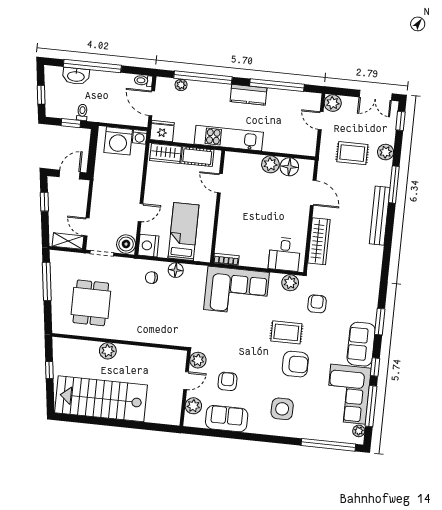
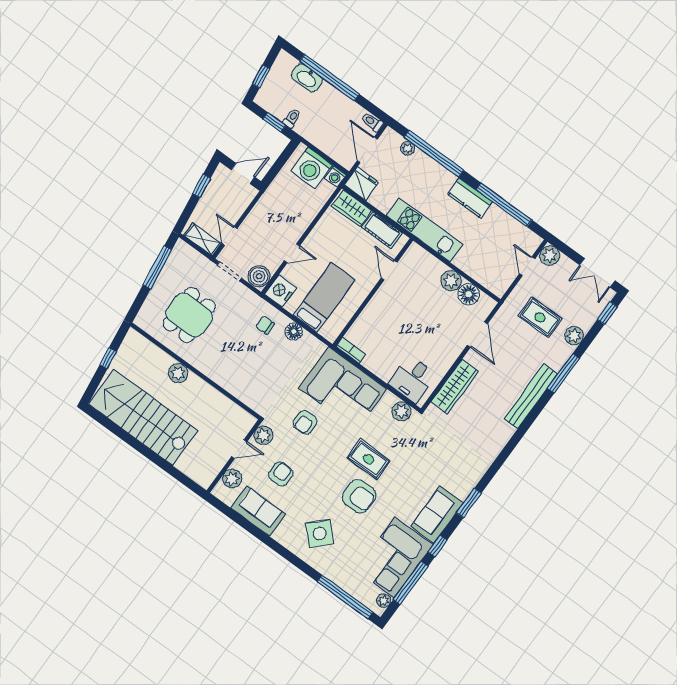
armchair: (317, 304) -> (305, 422), moved, turned 180
side table: (282, 409) -> (320, 534), turned 45

